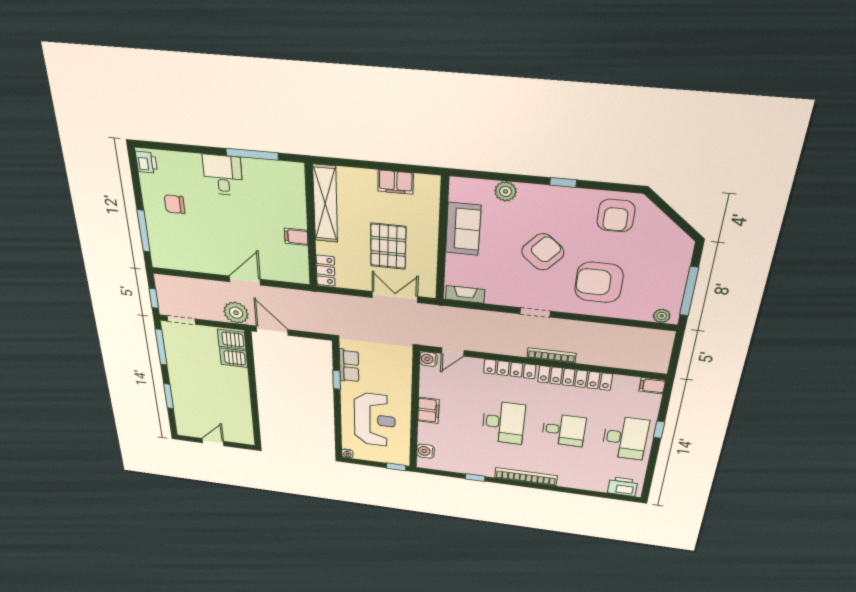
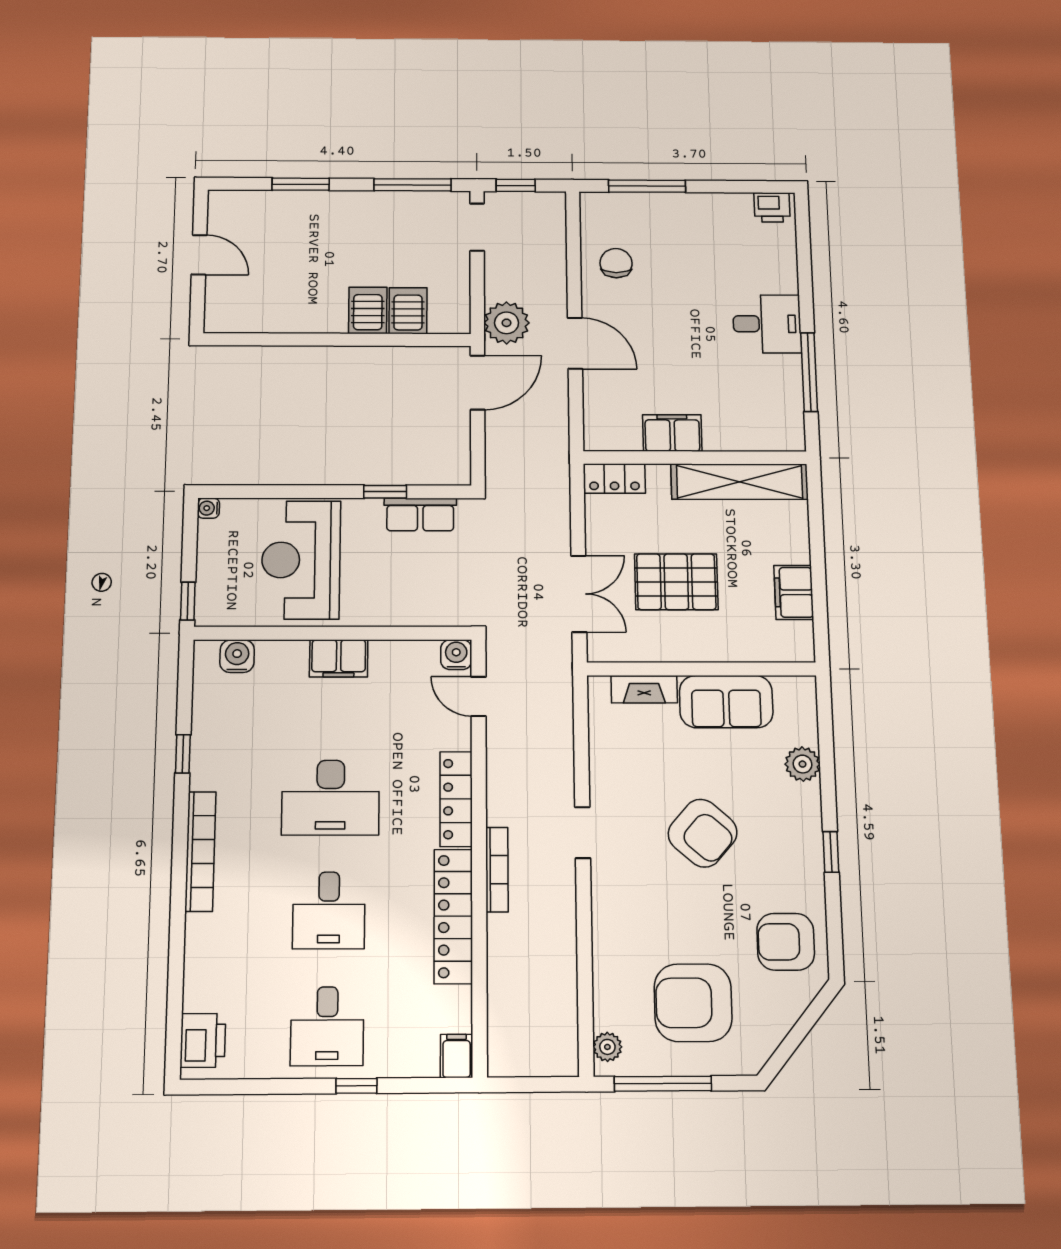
chair: (175, 204) -> (616, 263), moved
filing cabinet: (296, 237) -> (672, 433), width x2.00
armchair: (599, 282) -> (693, 1003), moved, turned -90
fireplace: (465, 294) -> (644, 689), moved, turned 90
server rack: (232, 339) -> (368, 310), moved
reception desk: (375, 420) -> (301, 560), turned 90
desk: (625, 438) -> (327, 1026), width x0.73

